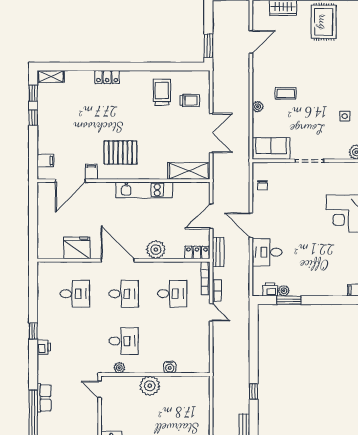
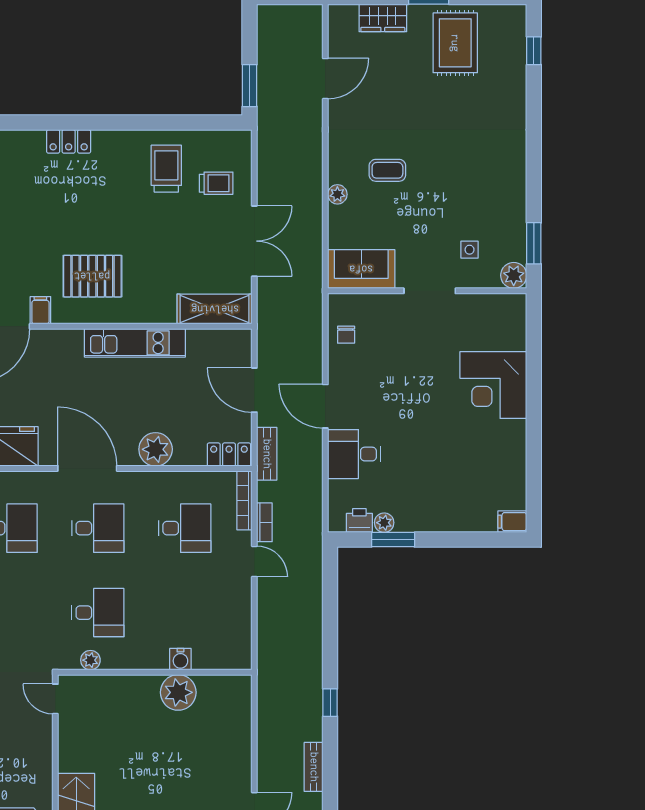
side table: (345, 116) -> (470, 250), moved
door: (211, 216) -> (254, 390), hinge flipped
plant: (150, 386) -> (178, 692), moved

